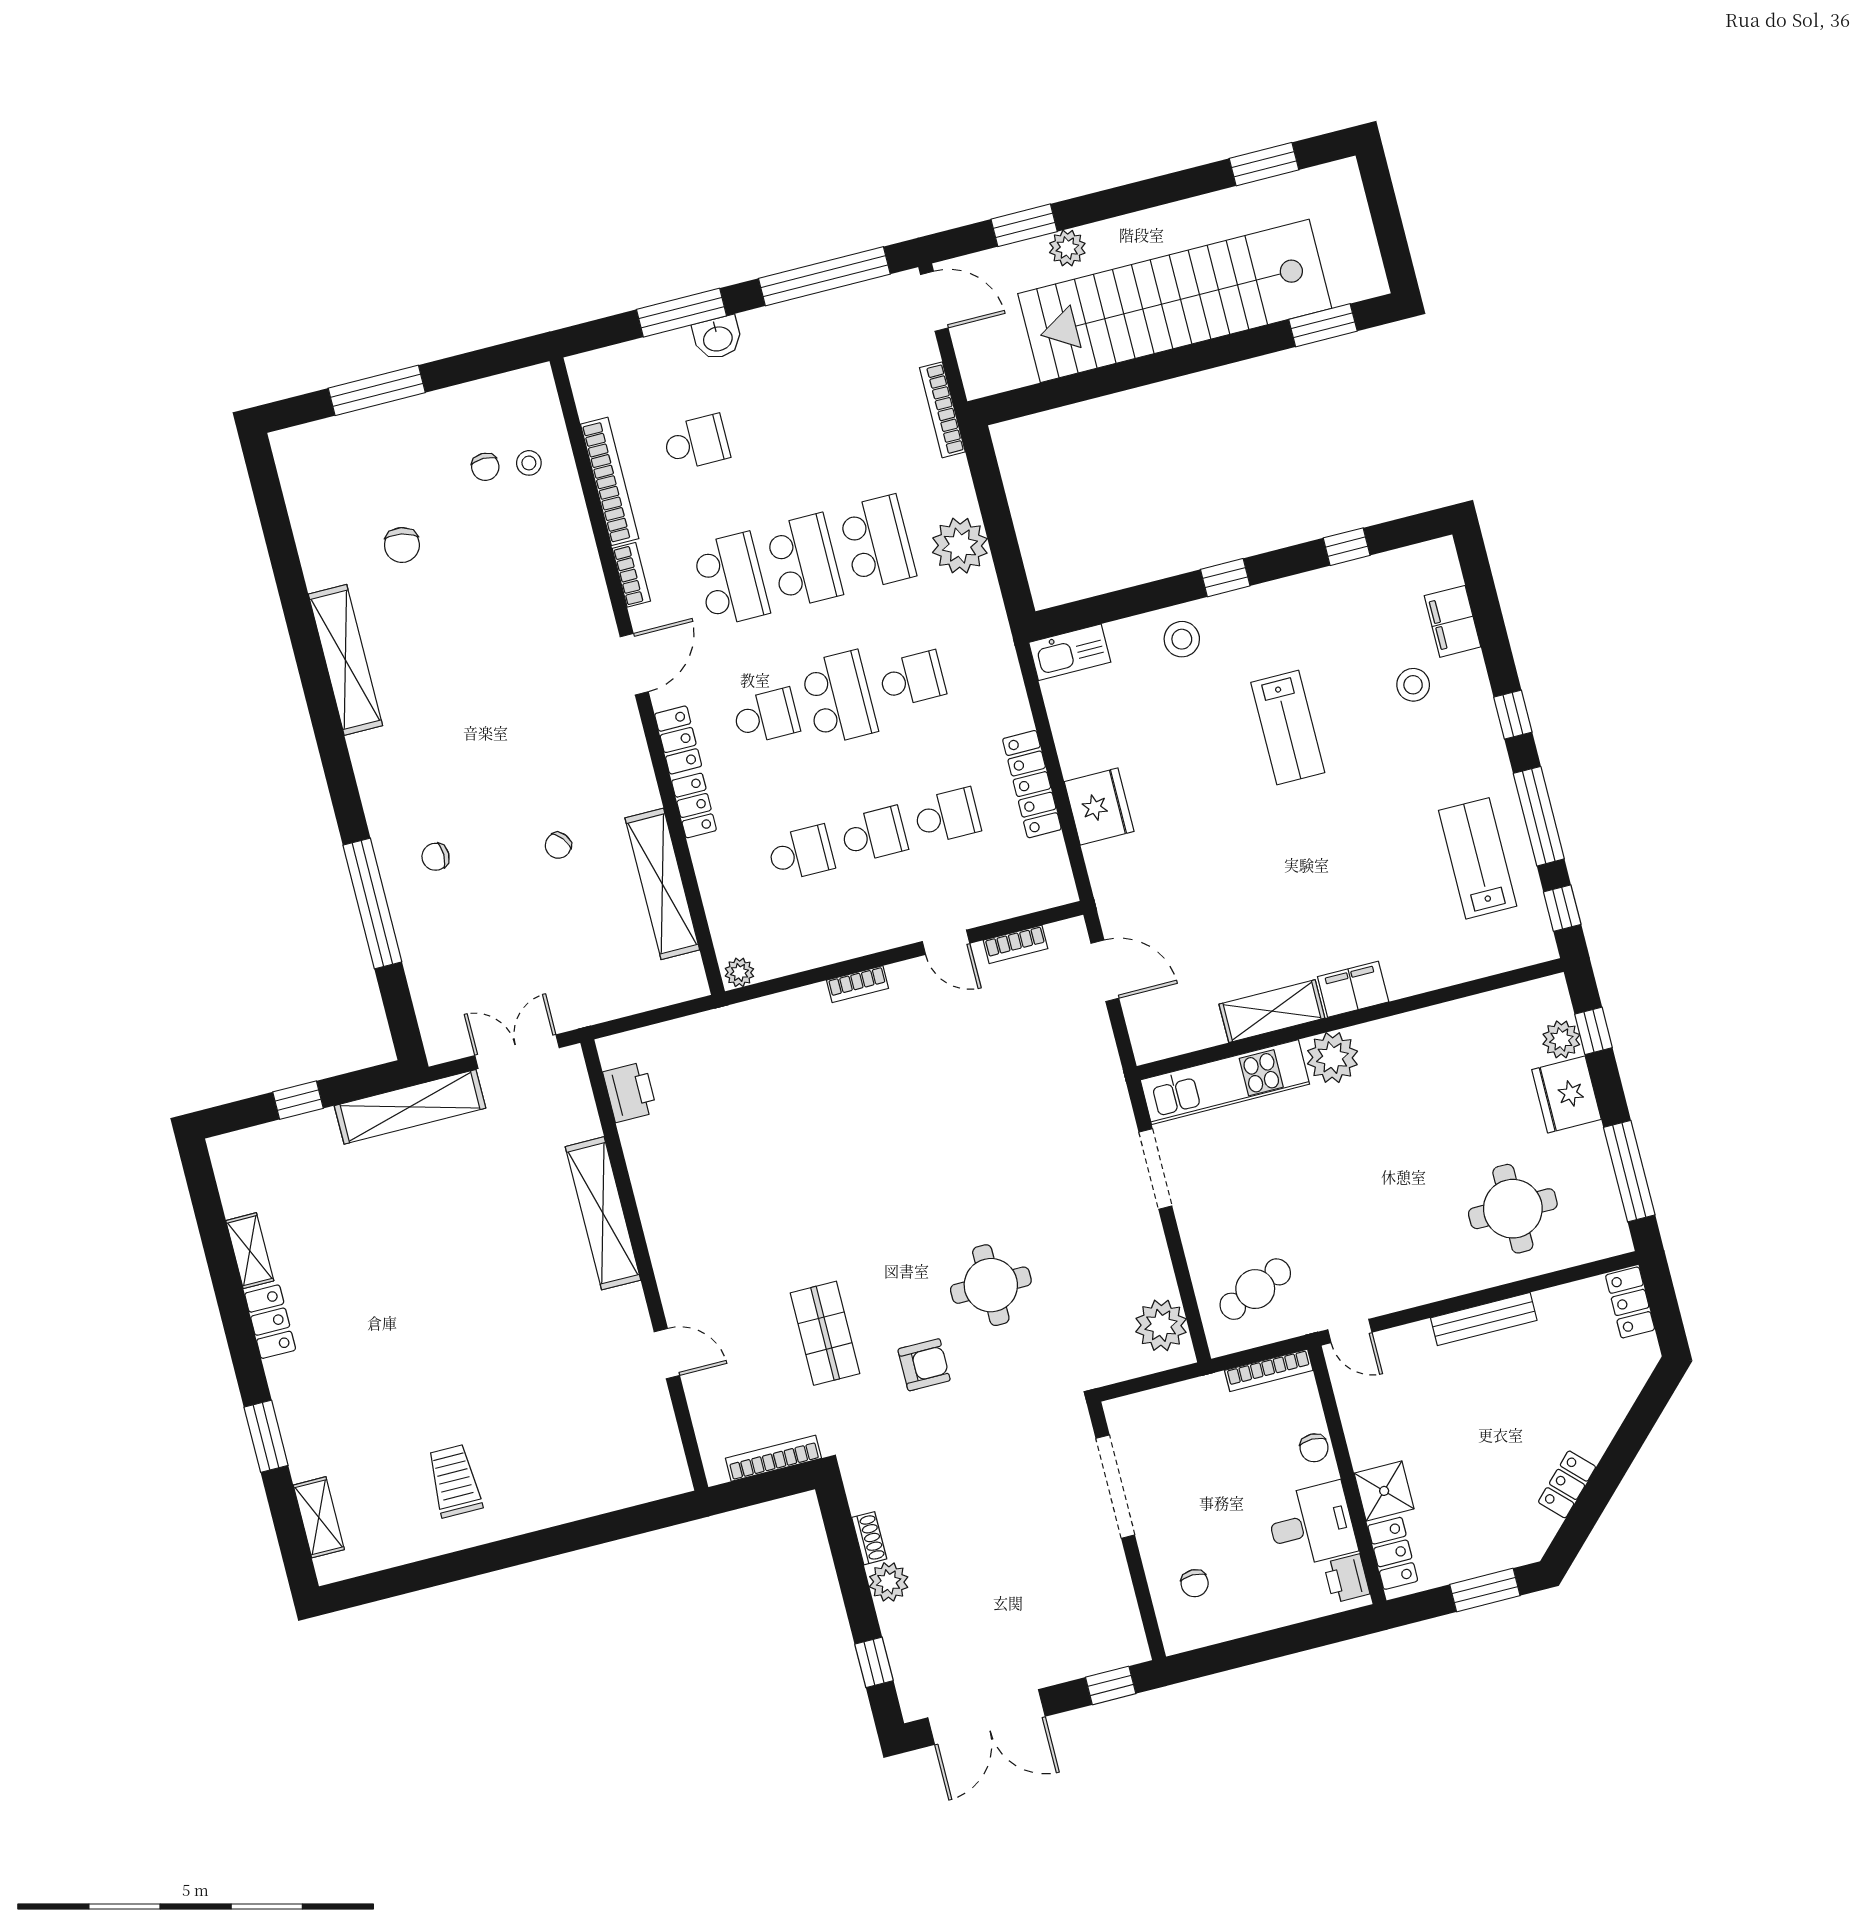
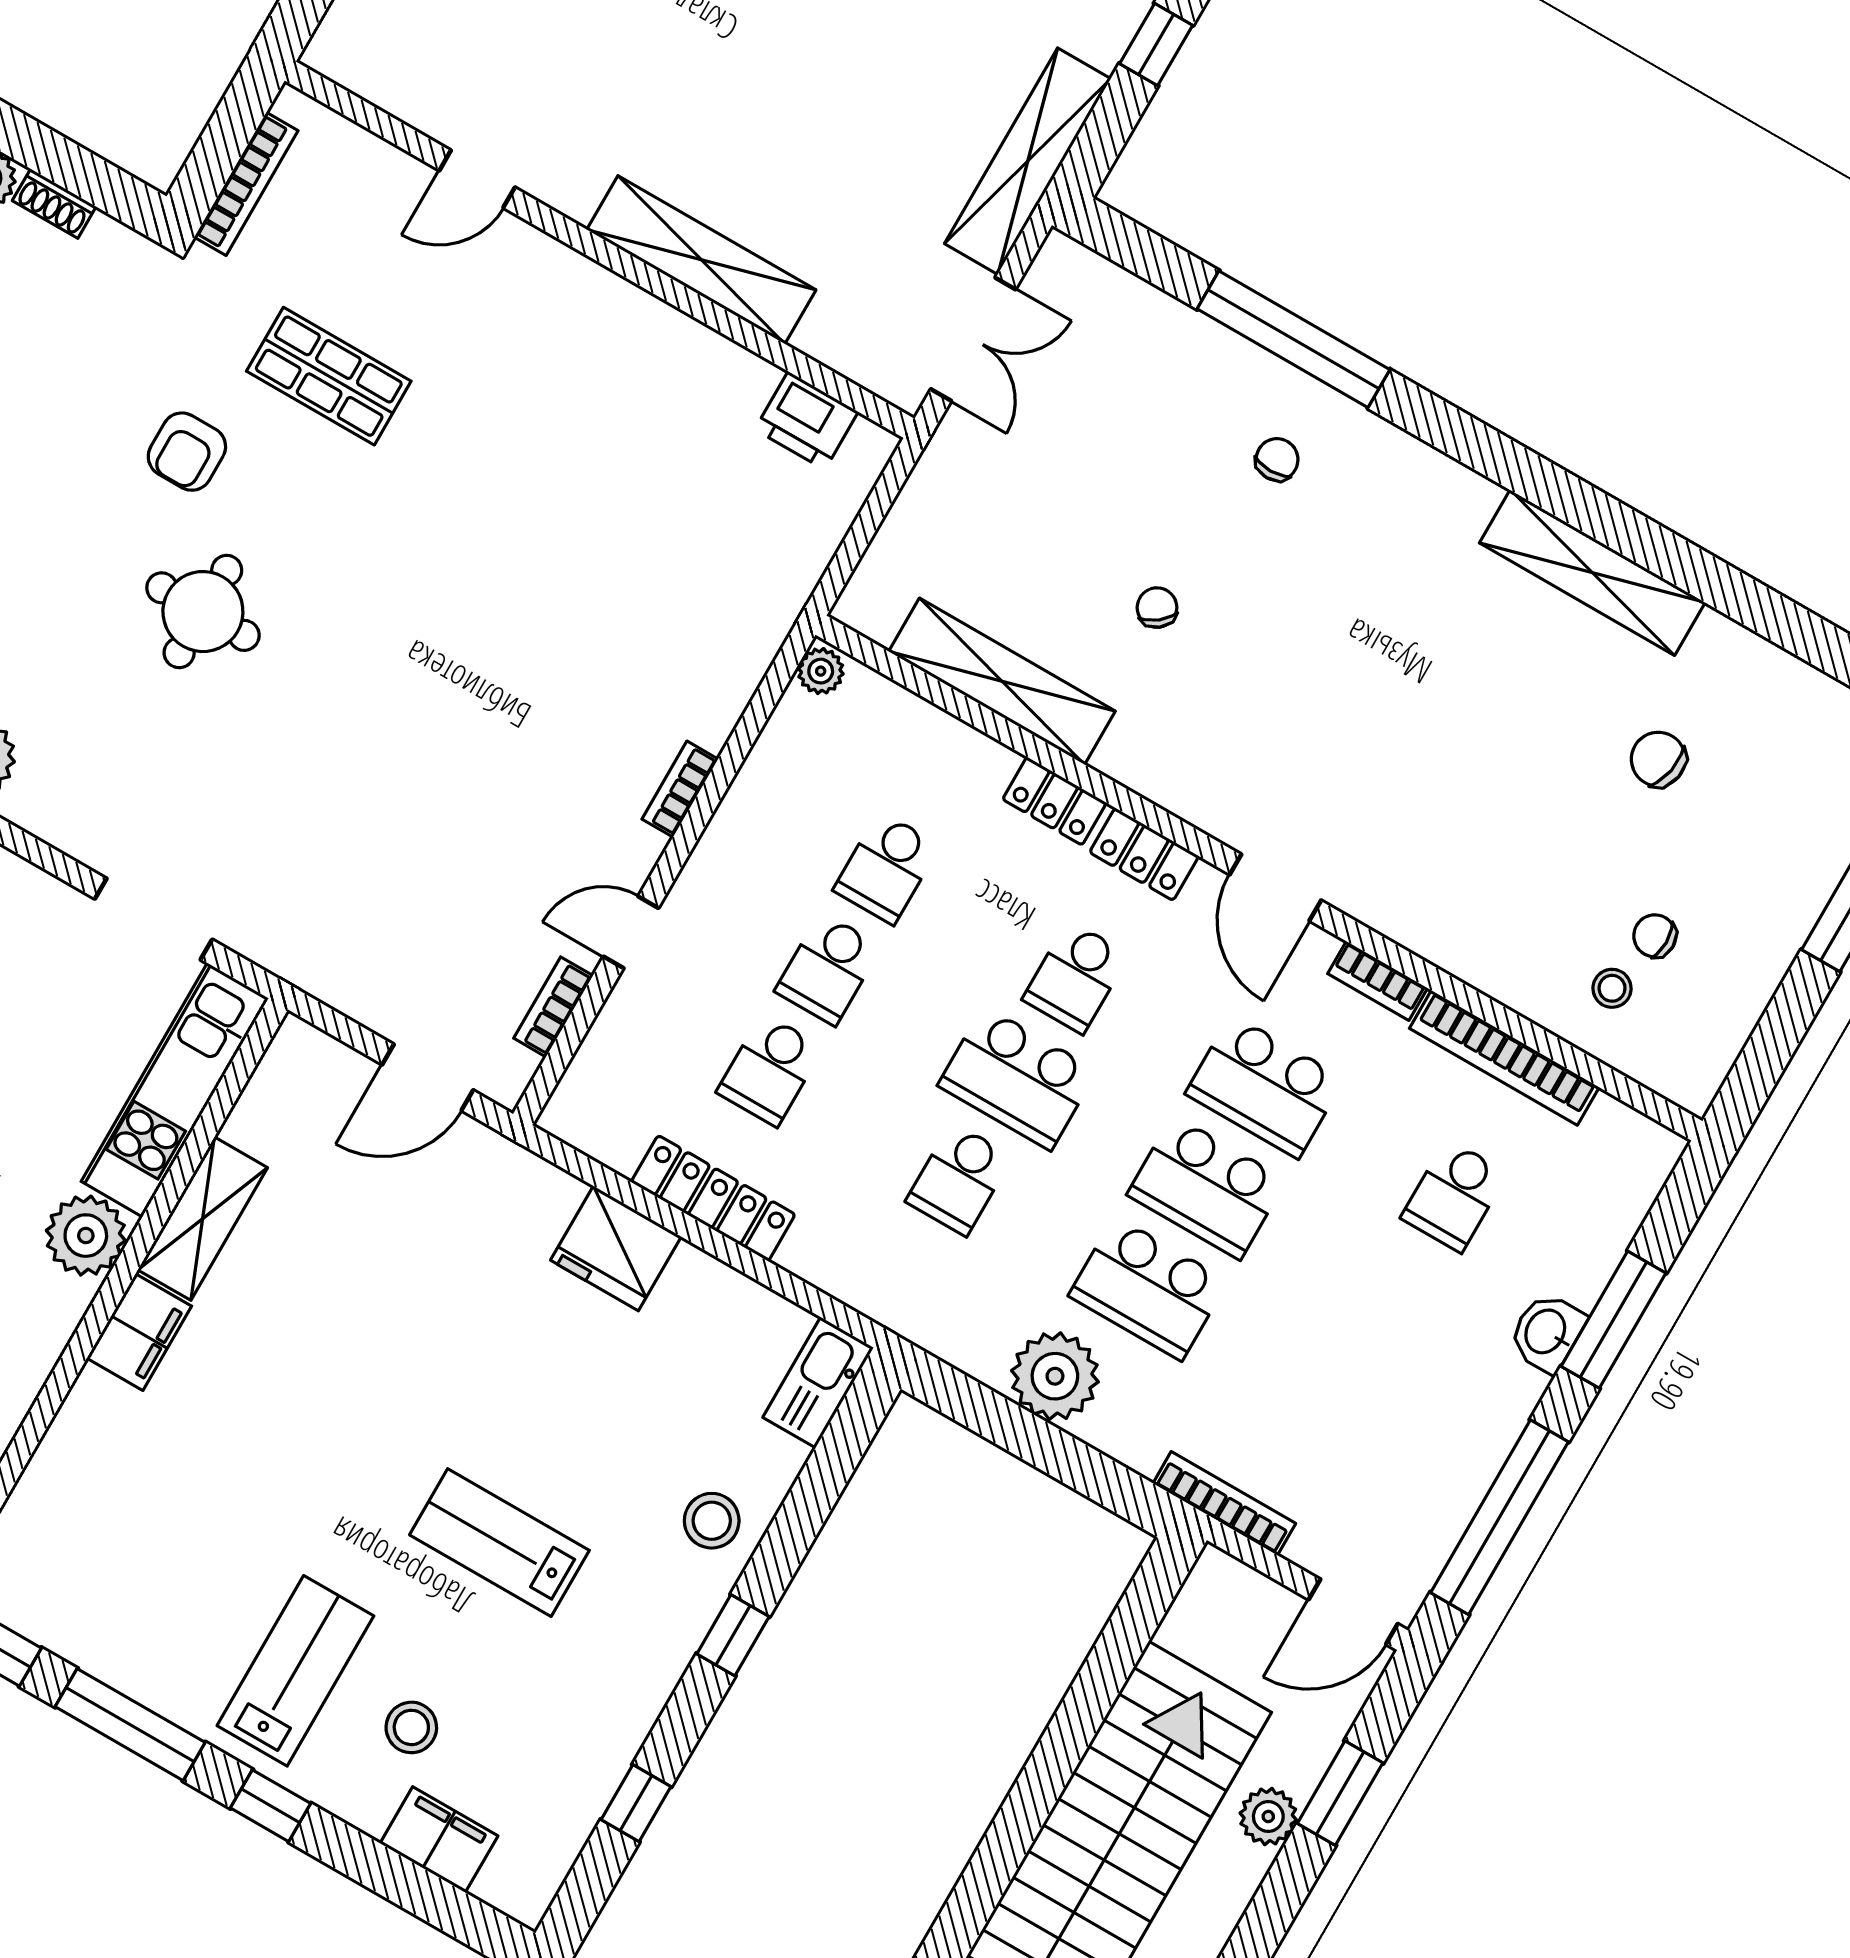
lab bench: (1478, 858) -> (295, 1671), moved, turned -90

